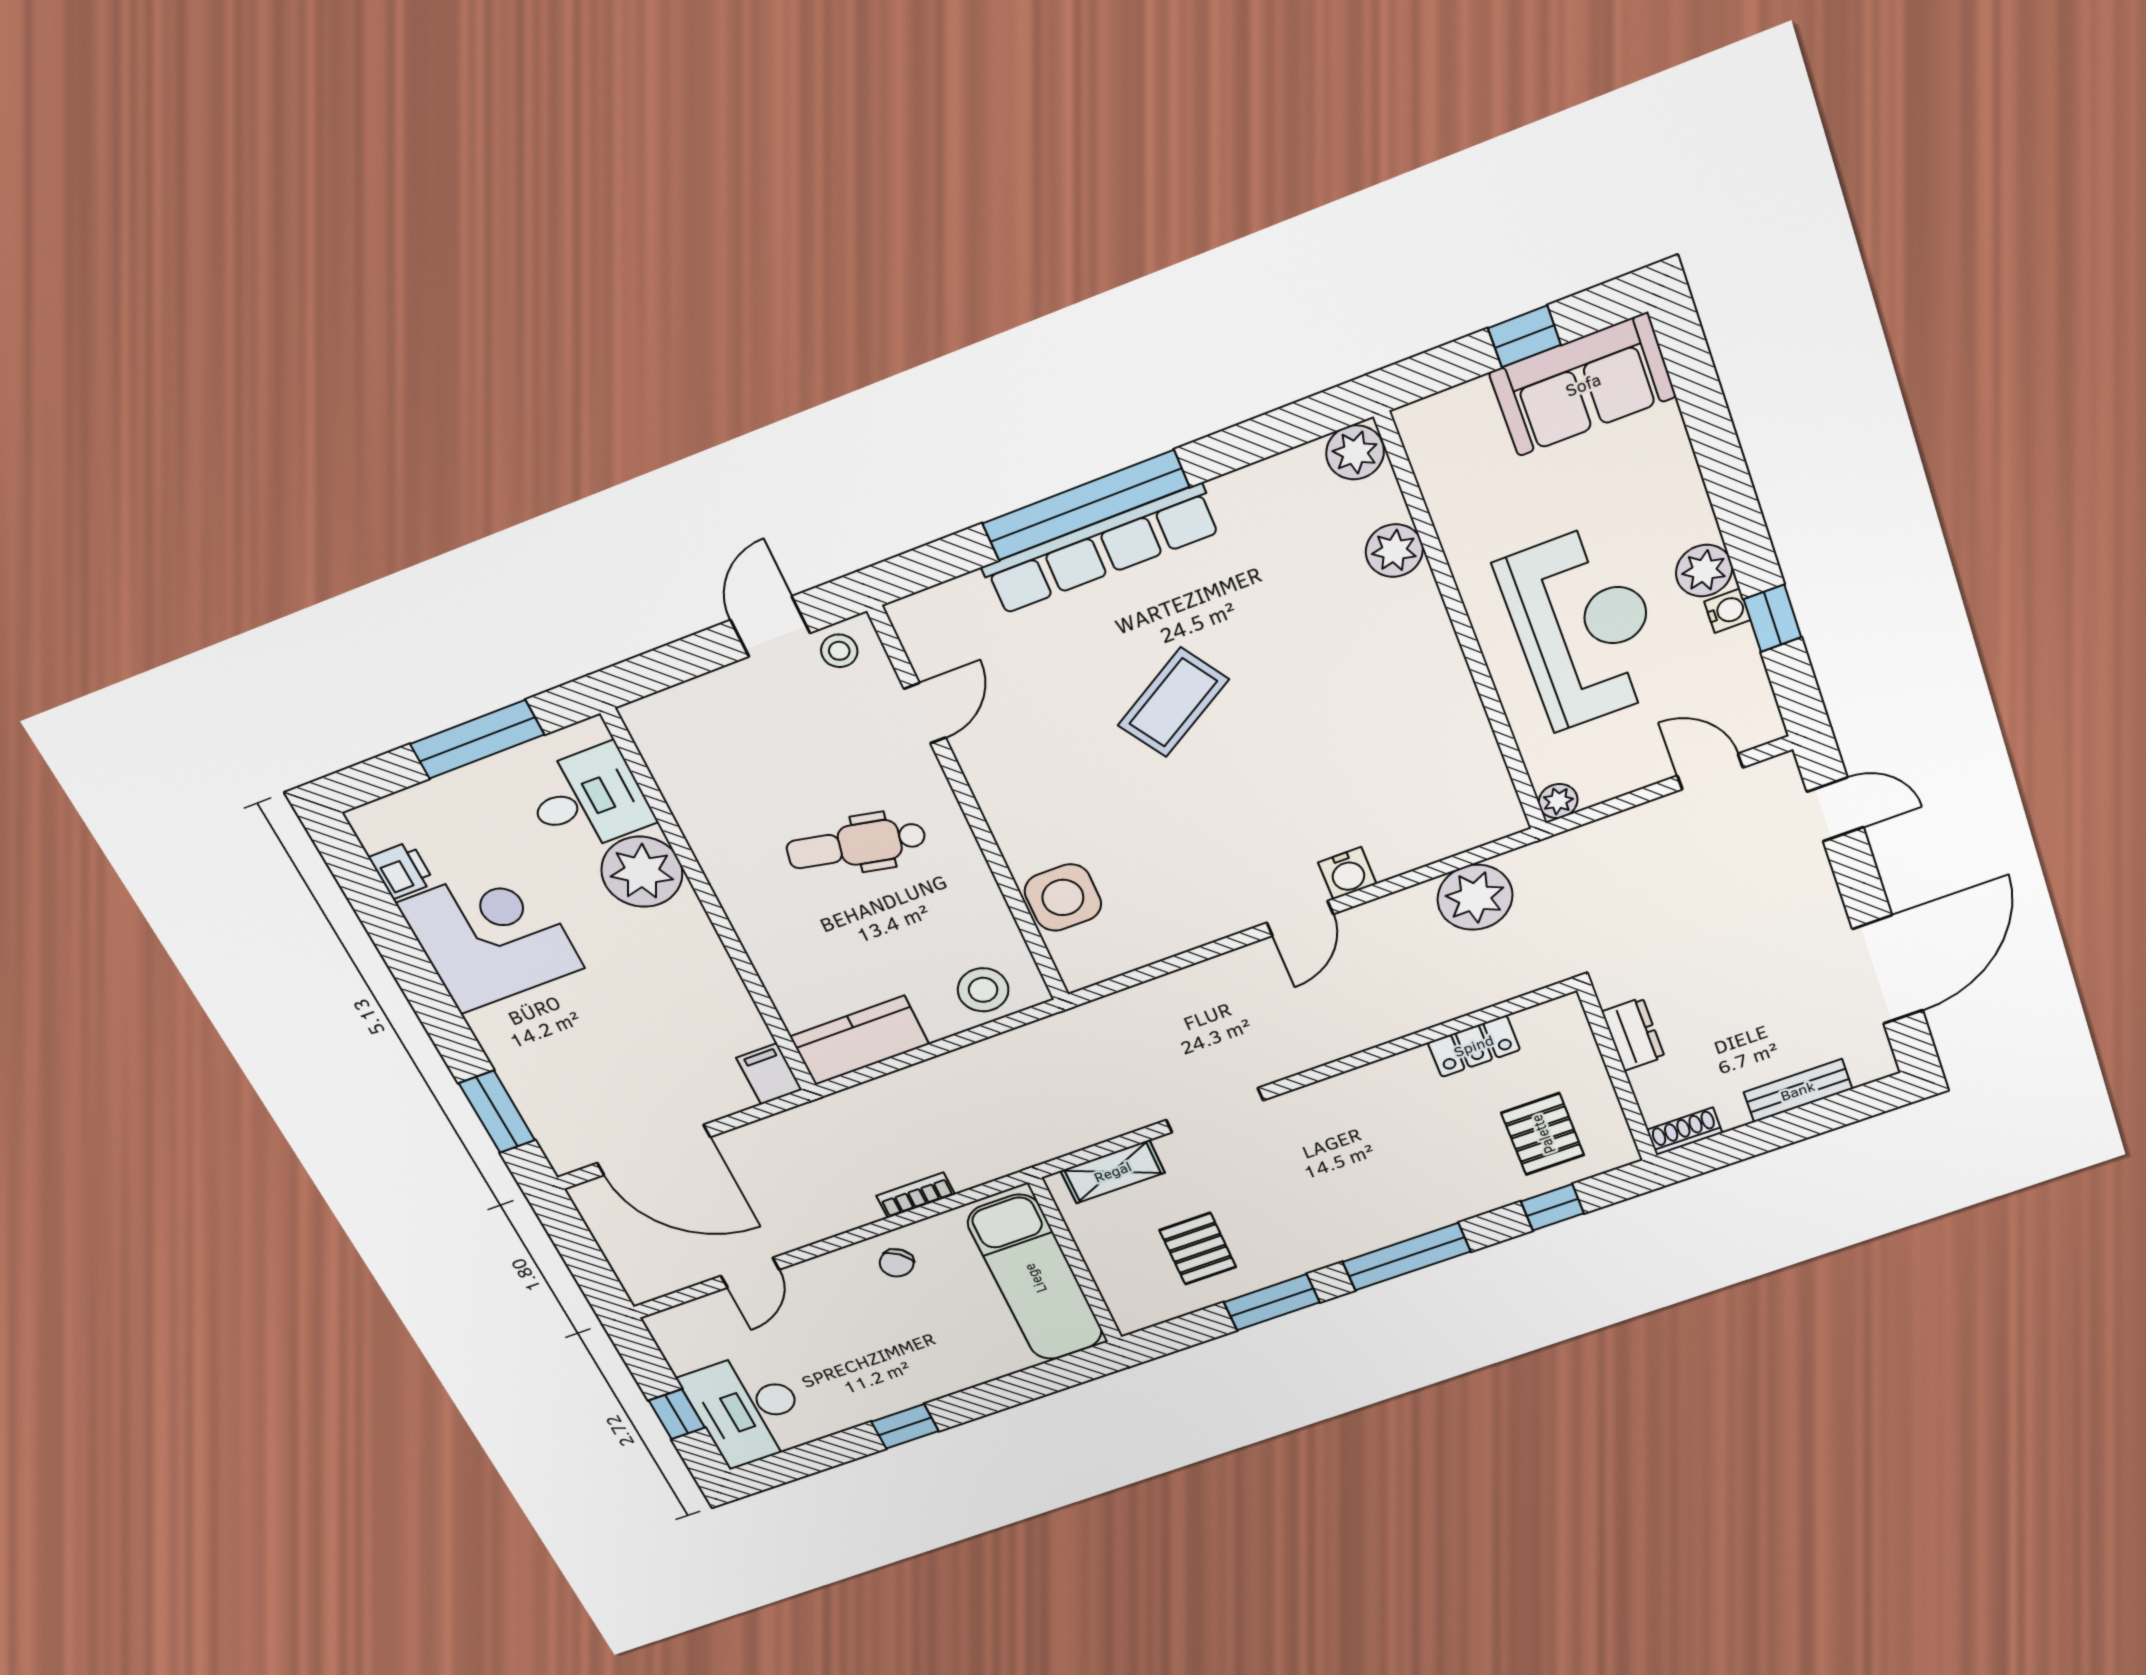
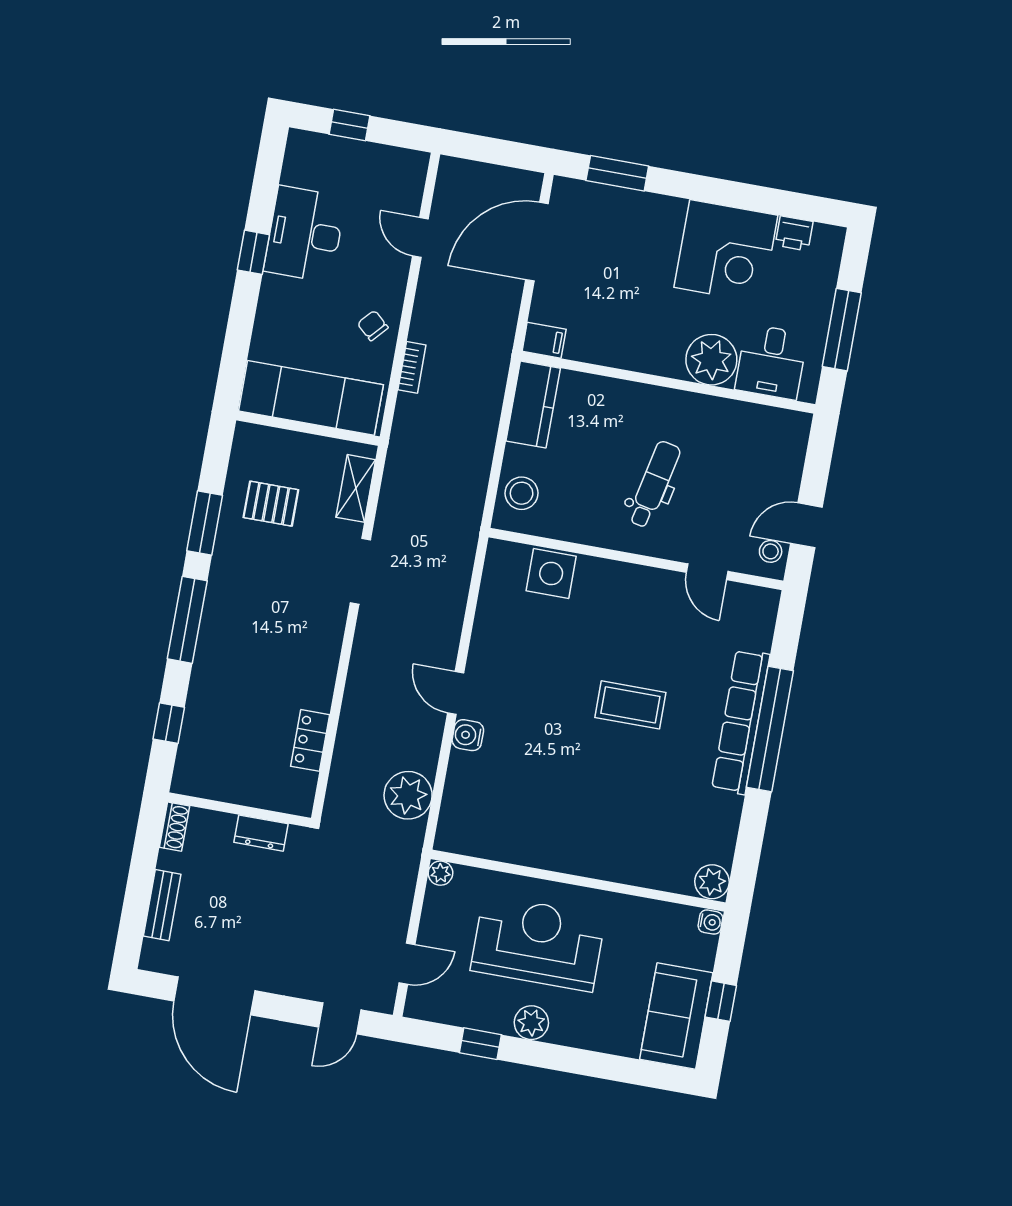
plant: (1394, 551) -> (645, 870), removed
water cooler: (1727, 611) -> (710, 922), moved, turned -90
door: (770, 627) -> (806, 525), swing flipped
reception desk: (1584, 627) -> (538, 943), turned 180
coffee table: (1173, 702) -> (630, 705), turned -58
pallet: (1543, 1134) -> (225, 746), removed
desk: (748, 1409) -> (305, 234), moved, turned -90

